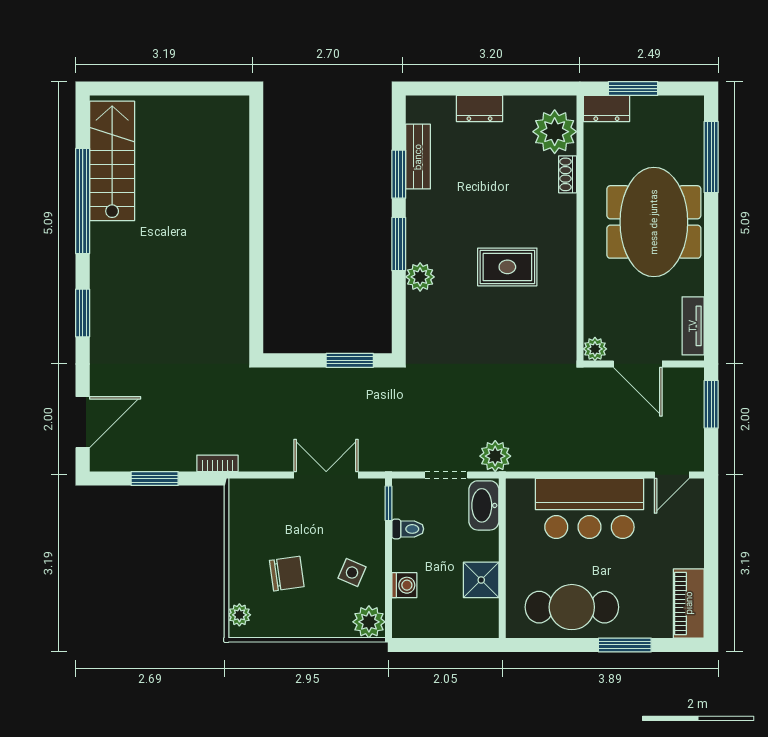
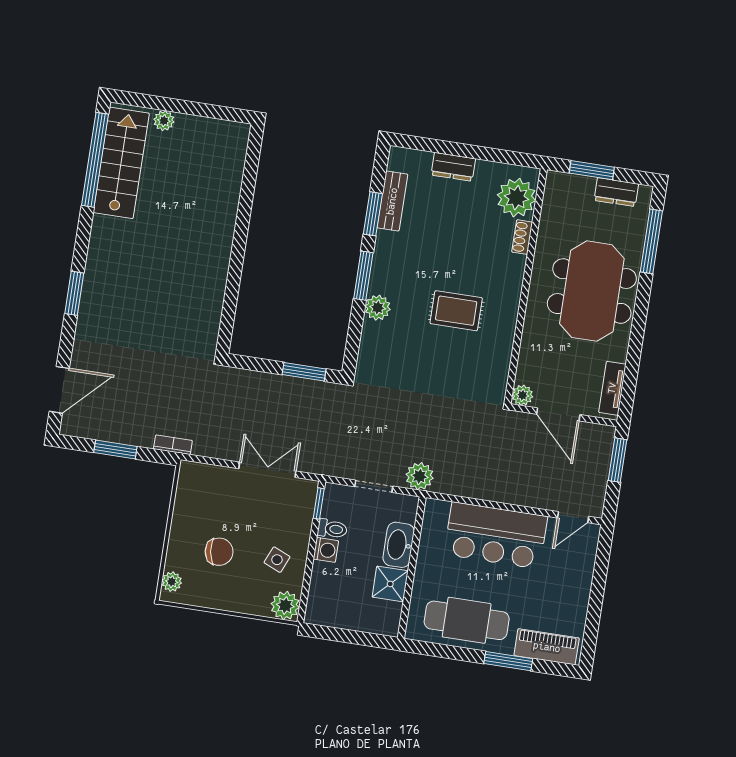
plant: (152, 107) -> (164, 121), added
dresser: (606, 109) -> (616, 192), moved
window: (83, 201) -> (95, 160), moved
washbasin: (484, 505) -> (399, 545), moved
washing machine: (404, 585) -> (326, 550), moved
piano: (689, 603) -> (547, 647), moved, turned 90

